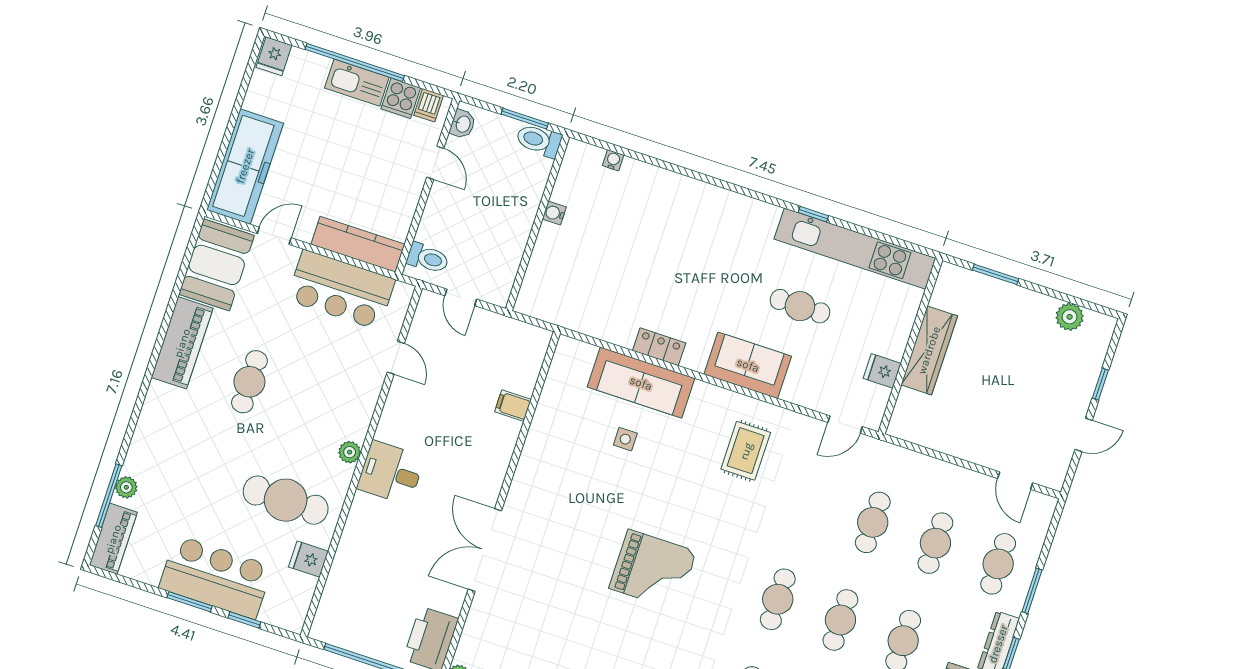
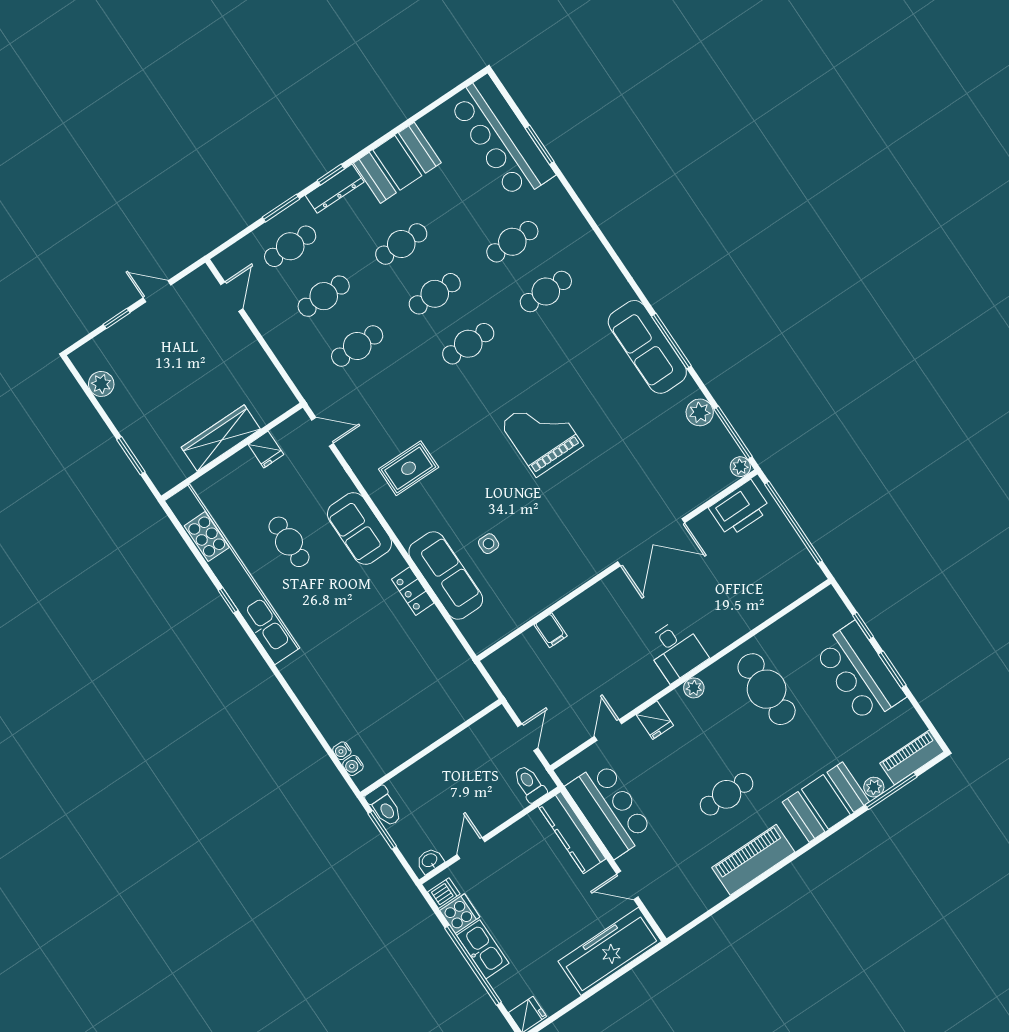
water cooler: (554, 213) -> (353, 766), moved, turned 90
kitchen unit: (855, 249) -> (232, 574), width x1.36
booth: (217, 265) -> (826, 802), moved
fridge: (308, 559) -> (655, 720), moved

